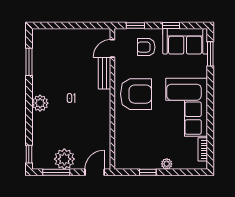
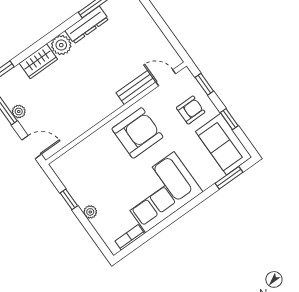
armchair: (146, 47) -> (191, 110), turned 90
dresser: (39, 76) -> (87, 25), added
armchair: (136, 94) -> (137, 133), turned -90
wardrobe: (40, 126) -> (38, 61), added
plant: (64, 159) -> (19, 111), width x0.53, depth x0.53

